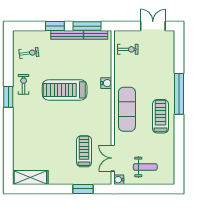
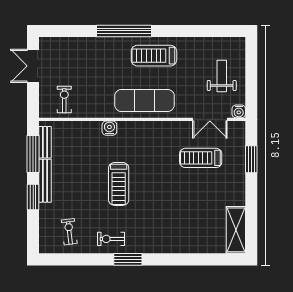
treadmill: (65, 90) -> (119, 184), width x0.73, depth x0.73

